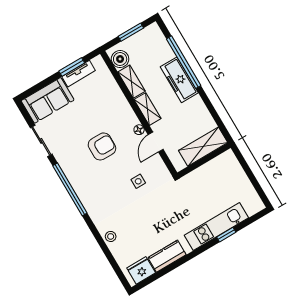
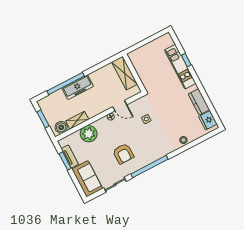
plant: (113, 99) -> (89, 134), added
shelving: (148, 109) -> (97, 110), removed
armchair: (102, 146) -> (123, 154), moved, turned 180

